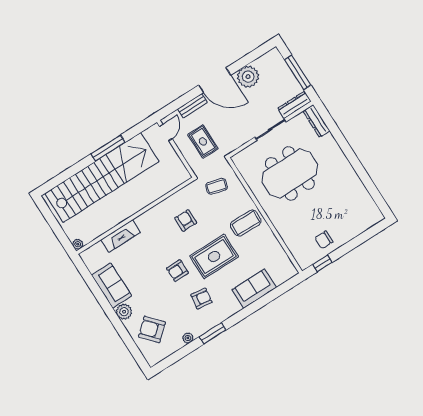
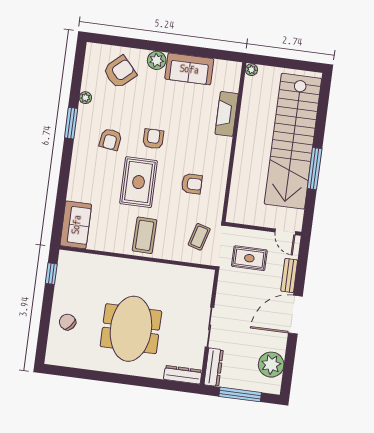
plant: (248, 77) -> (271, 365), moved
meeting table: (290, 173) -> (131, 329), moved
chair: (324, 240) -> (67, 322), moved, turned -50
sofa: (254, 289) -> (76, 225), moved

